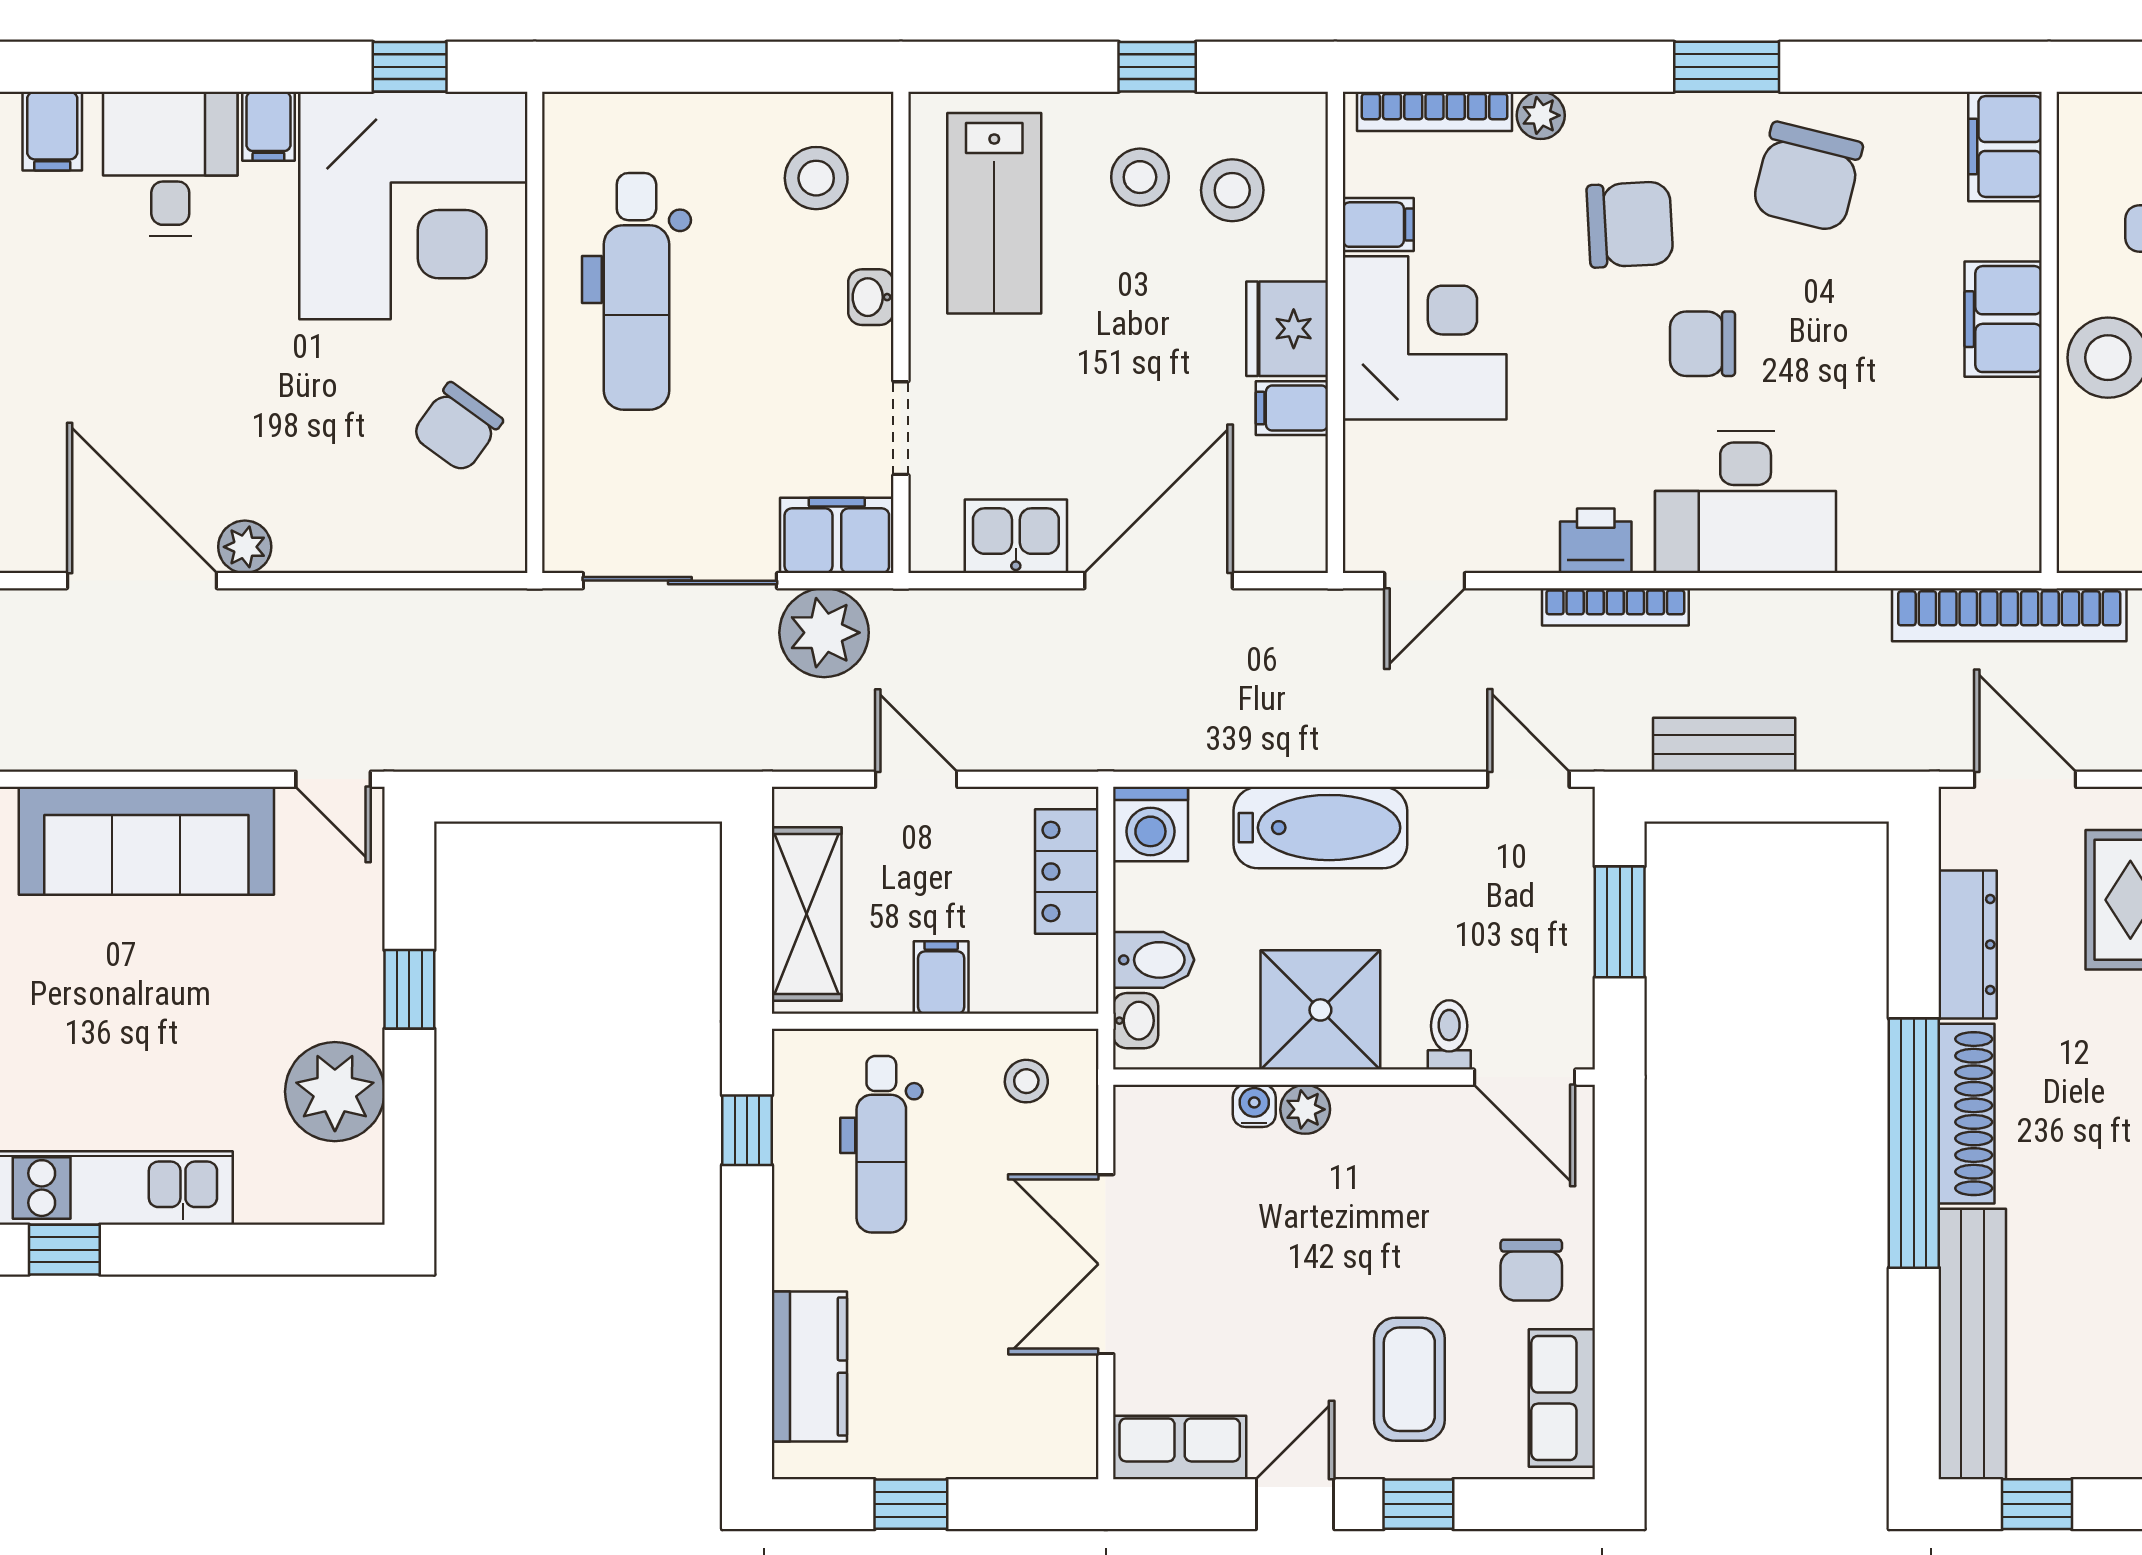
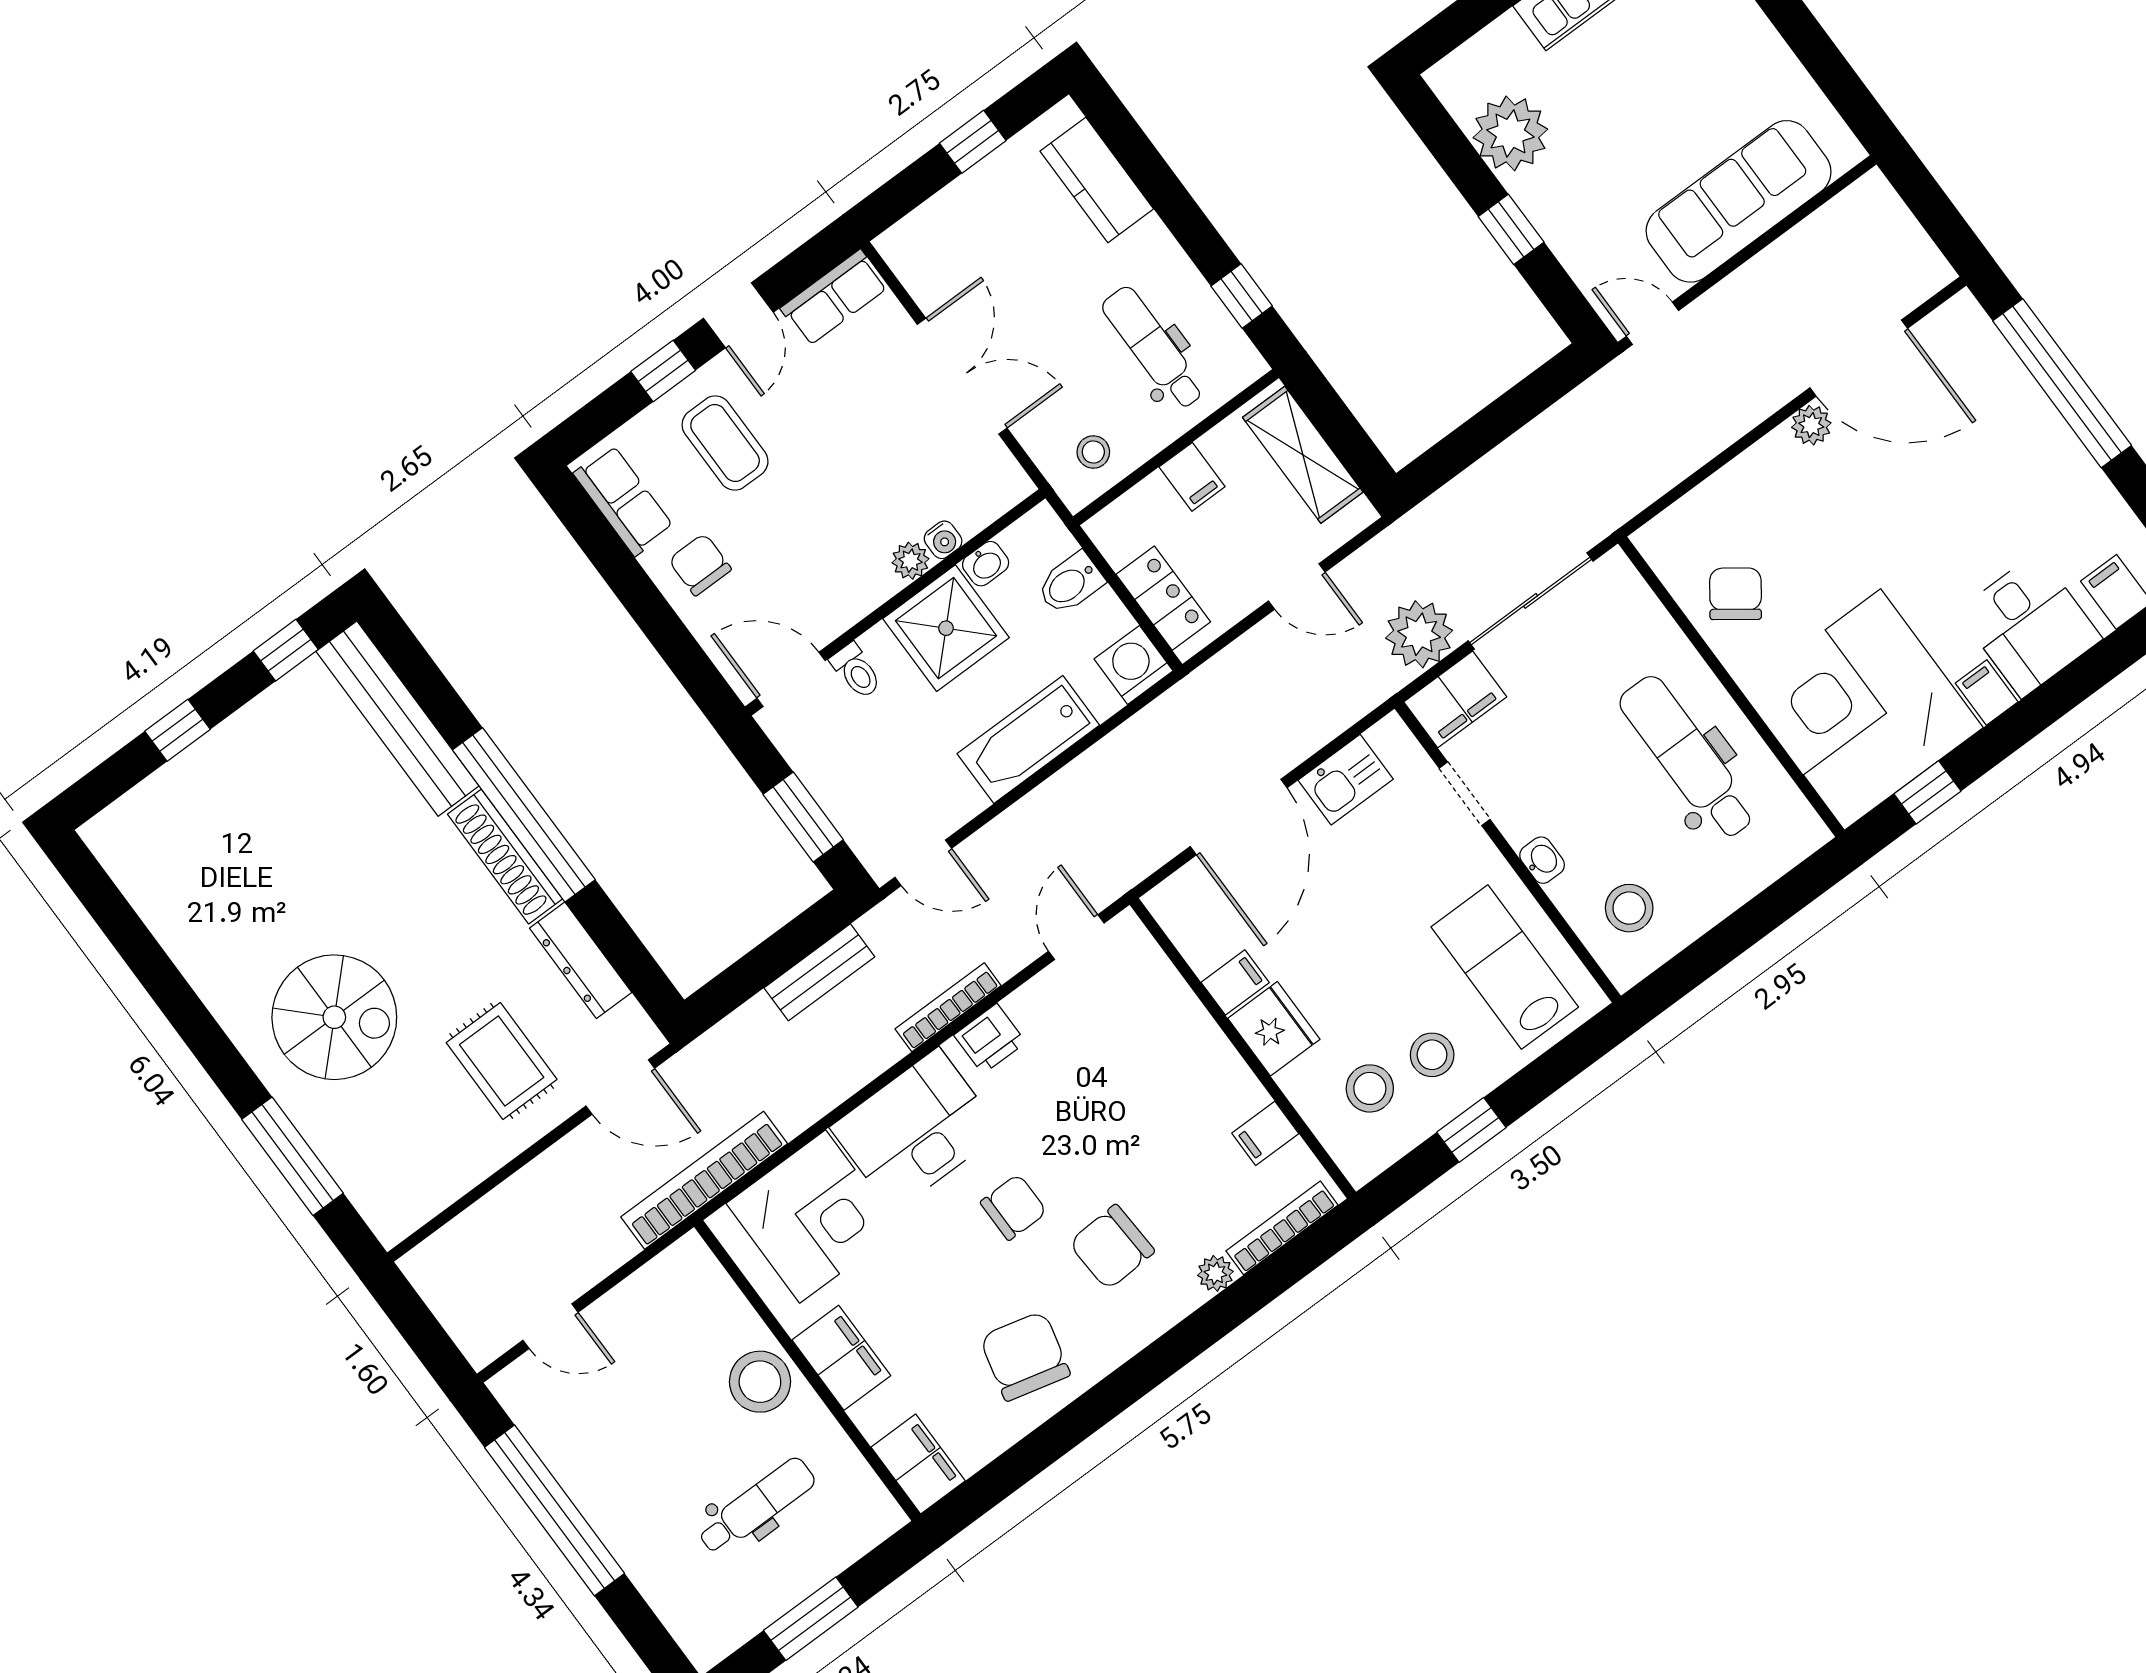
window: (1727, 67) -> (1124, 1387), removed
corner desk: (1425, 338) -> (813, 1216), moved, turned -90
washbasin: (1136, 1021) -> (986, 564), moved, turned -90

